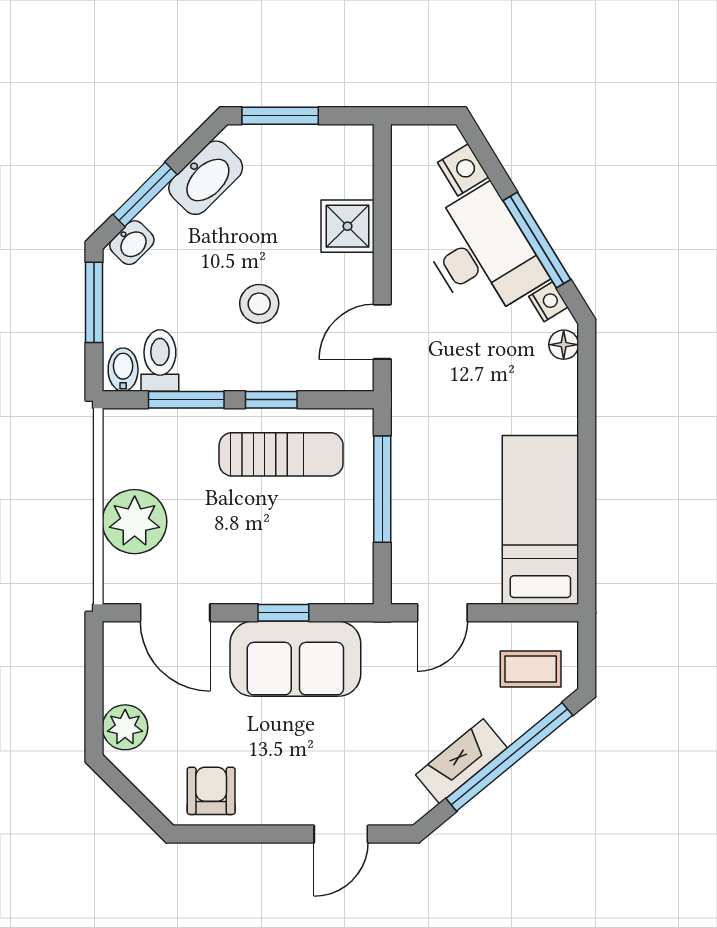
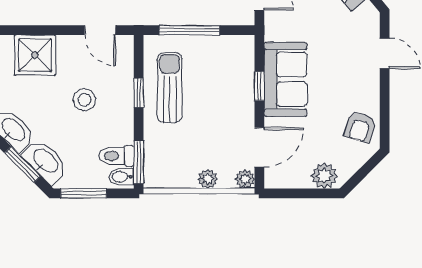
shower: (348, 226) -> (35, 55), width x1.36, depth x1.36
washbasin: (132, 243) -> (45, 161), width x1.91, depth x1.45
window: (186, 400) -> (139, 162), moved
plant: (135, 522) -> (208, 179), width x0.53, depth x0.53
plant: (119, 588) -> (245, 179), added
armchair: (211, 791) -> (360, 127), turned -73

